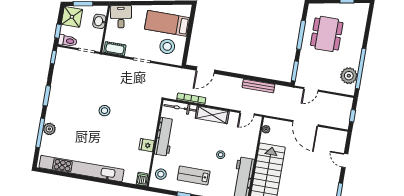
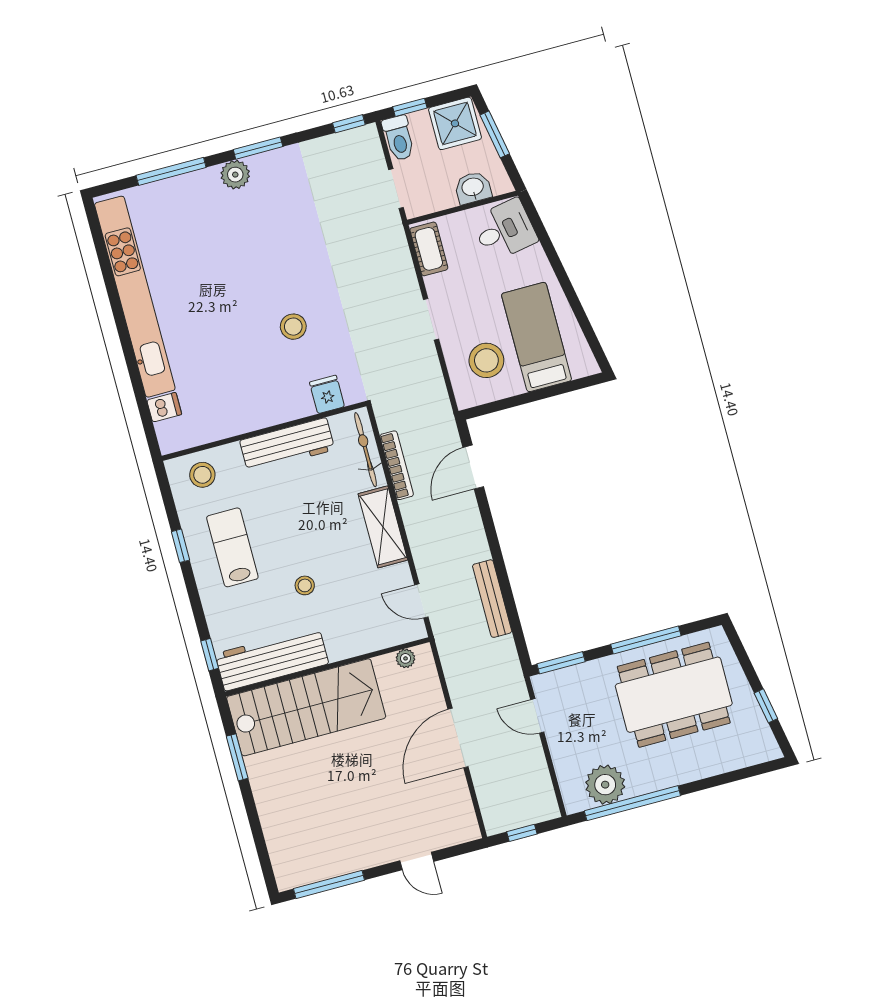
dining table: (327, 34) -> (674, 695), width x1.36, depth x1.24
door: (205, 70) -> (473, 467), hinge flipped
stool: (105, 111) -> (293, 327), moved
plant: (49, 129) -> (235, 175), moved
fridge: (147, 145) -> (327, 394), moved
door: (345, 161) -> (417, 861), swing flipped
dishwasher: (142, 179) -> (164, 407), moved

